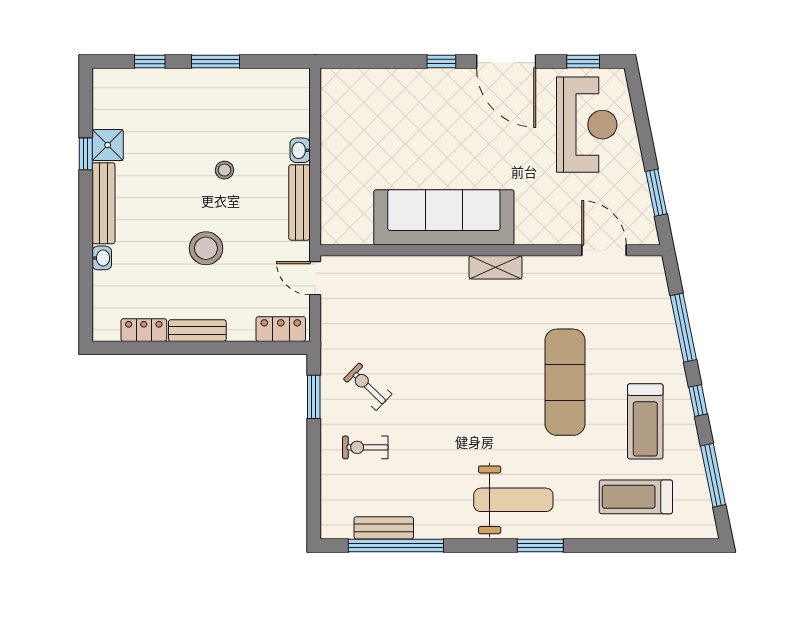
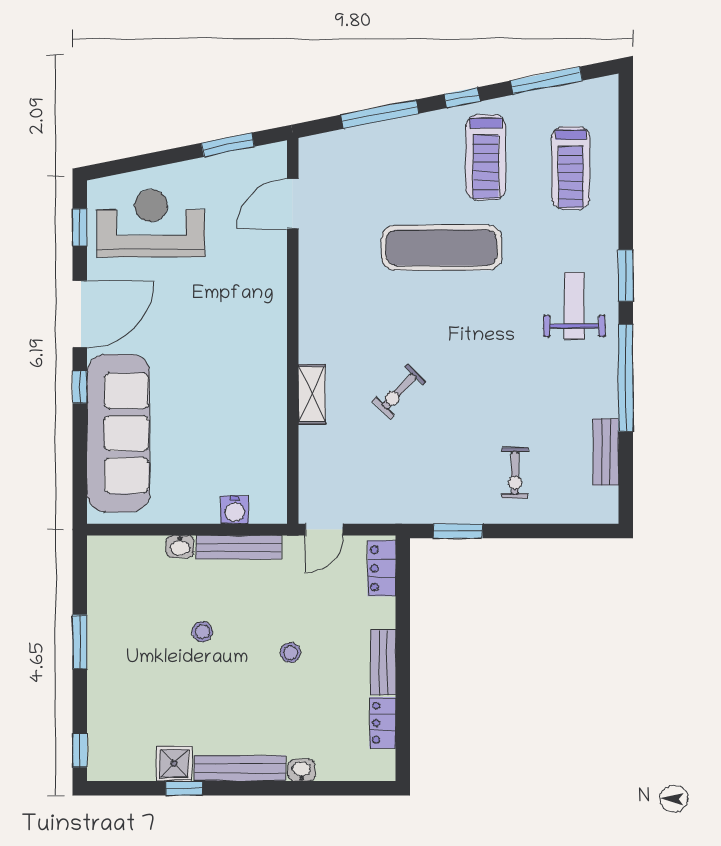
window: (150, 61) -> (80, 750), moved
water cooler: (332, 199) -> (235, 510), added
sofa: (444, 217) -> (118, 433), moved, turned 180
stool: (206, 248) -> (290, 653), width x0.53, depth x0.53
shelving: (496, 267) -> (312, 394), moved
exercise bike: (368, 387) -> (399, 391), moved
treadmill: (645, 421) -> (486, 157), turned 90
weight bench: (513, 500) -> (574, 306), width x0.73, depth x0.75
window: (396, 546) -> (626, 378), moved

